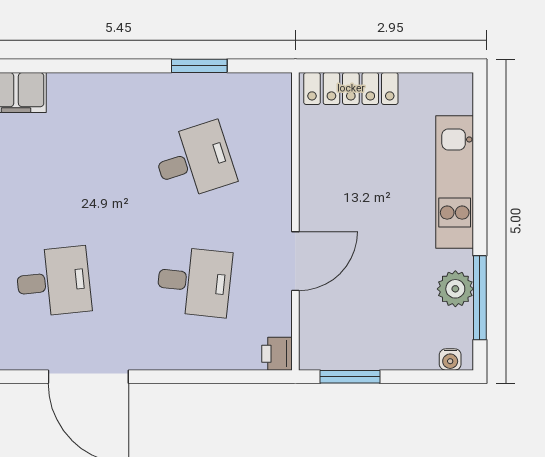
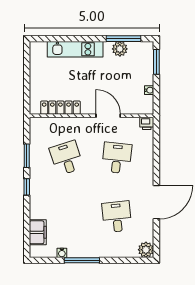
window: (125, 66) -> (27, 187), added
locker: (351, 89) -> (60, 108), moved, turned -90
water cooler: (450, 359) -> (149, 90), moved
window: (350, 377) -> (156, 62), moved

